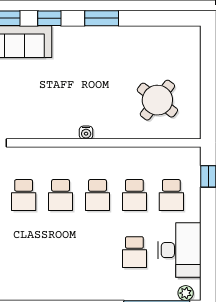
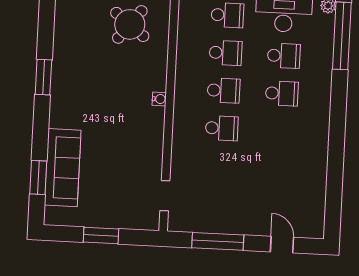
window: (49, 18) -> (41, 131), removed
school desk: (24, 195) -> (282, 93), moved

